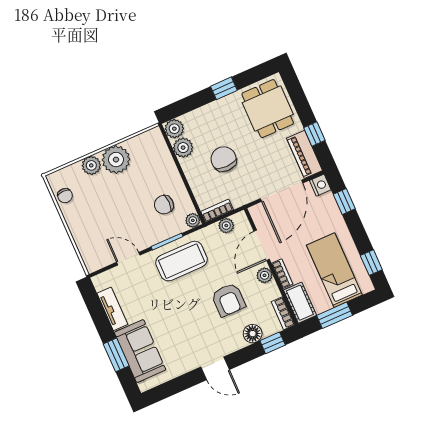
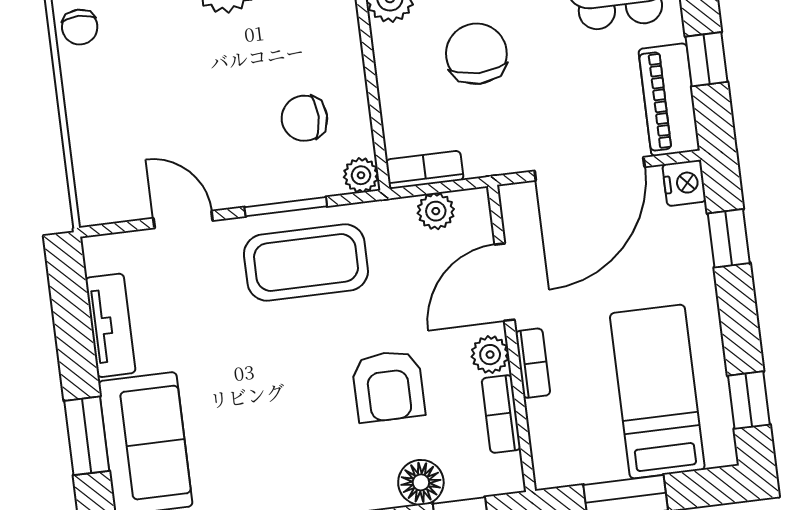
cot: (300, 303) -> (554, 443), removed
bookcase: (283, 313) -> (501, 414), moved

